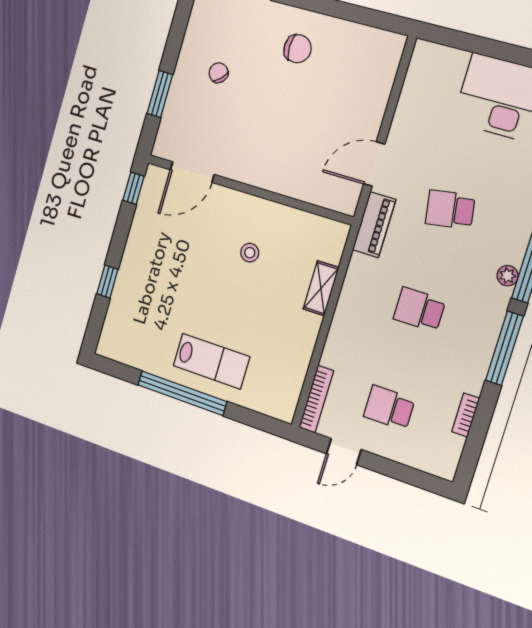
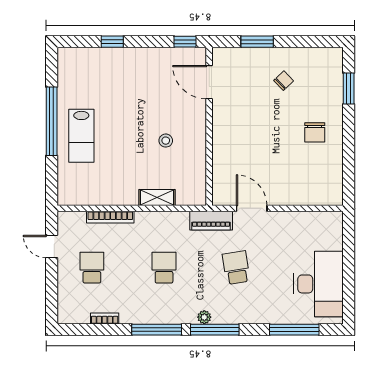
bookcase: (316, 399) -> (110, 217), moved

